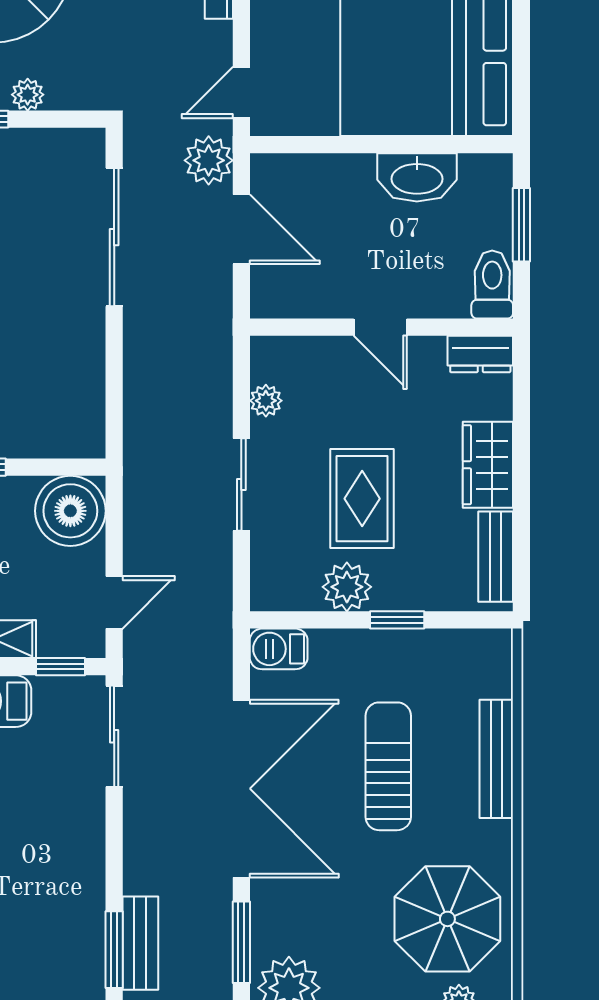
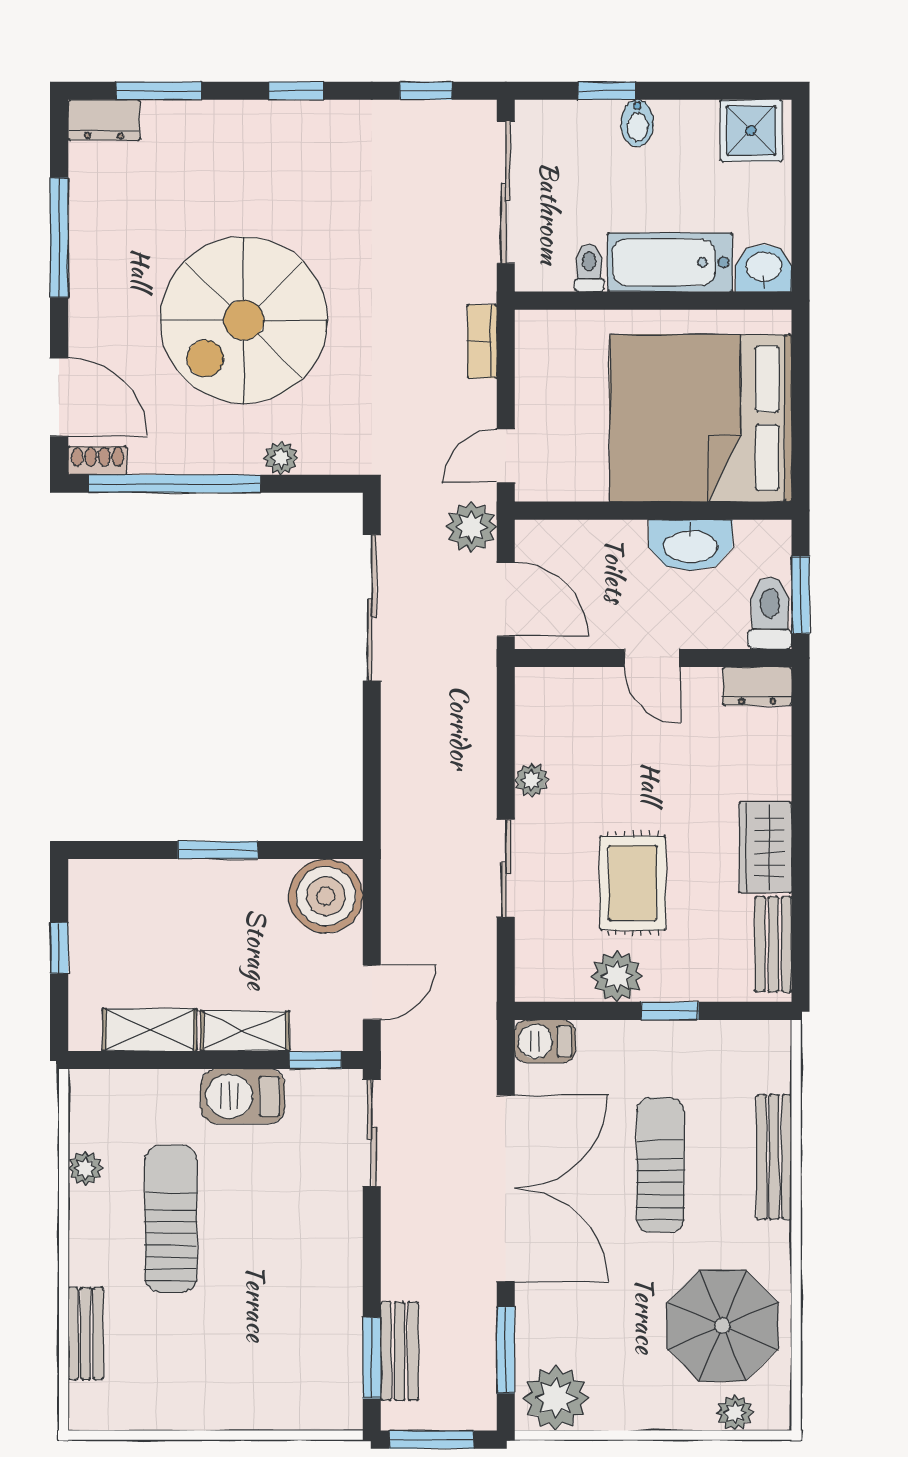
toilet: (492, 285) -> (770, 613), moved
door: (380, 327) -> (652, 658), moved
wall: (381, 327) -> (653, 658), moved
dresser: (480, 354) -> (757, 686), moved

